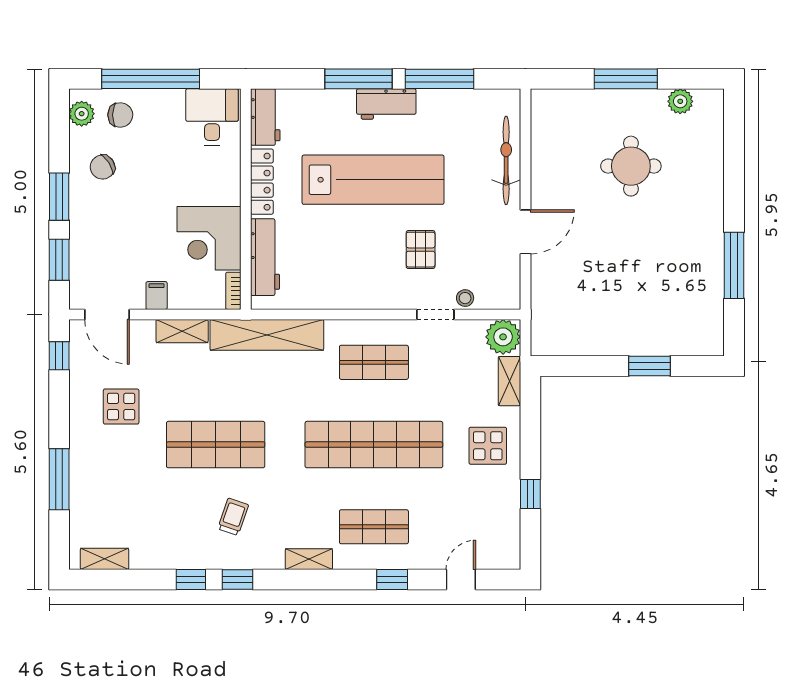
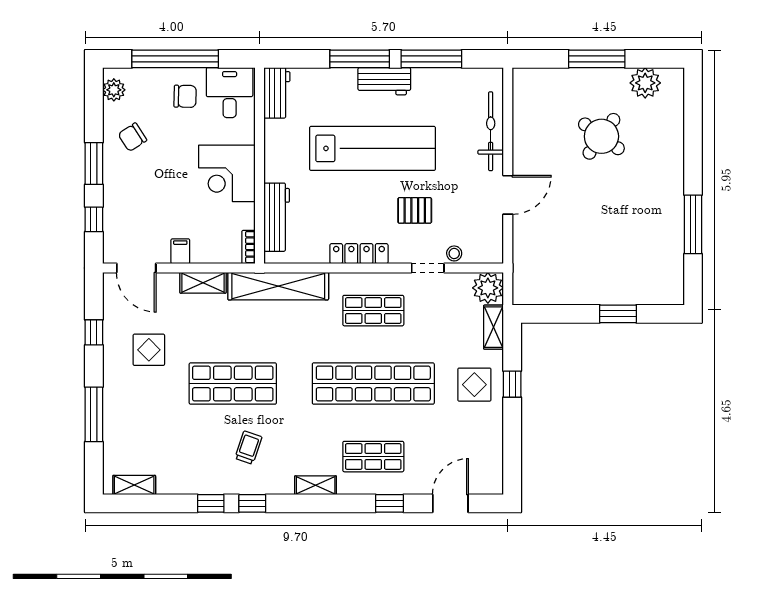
plant: (680, 101) -> (645, 83), width x1.36, depth x1.36
chair: (120, 115) -> (185, 96), moved
round table: (631, 166) -> (601, 136), turned 36
locker: (262, 182) -> (359, 254), moved, turned -90
corner desk: (209, 238) -> (227, 173), moved
pallet: (421, 250) -> (415, 210), turned 90
window: (59, 260) -> (94, 219), width x0.67
window: (59, 356) -> (94, 332), moved
window: (530, 494) -> (512, 384), moved
door: (461, 580) -> (450, 503), width x1.37

